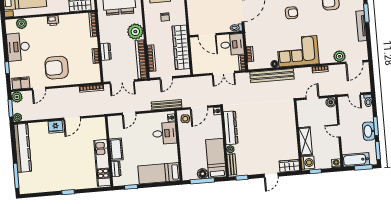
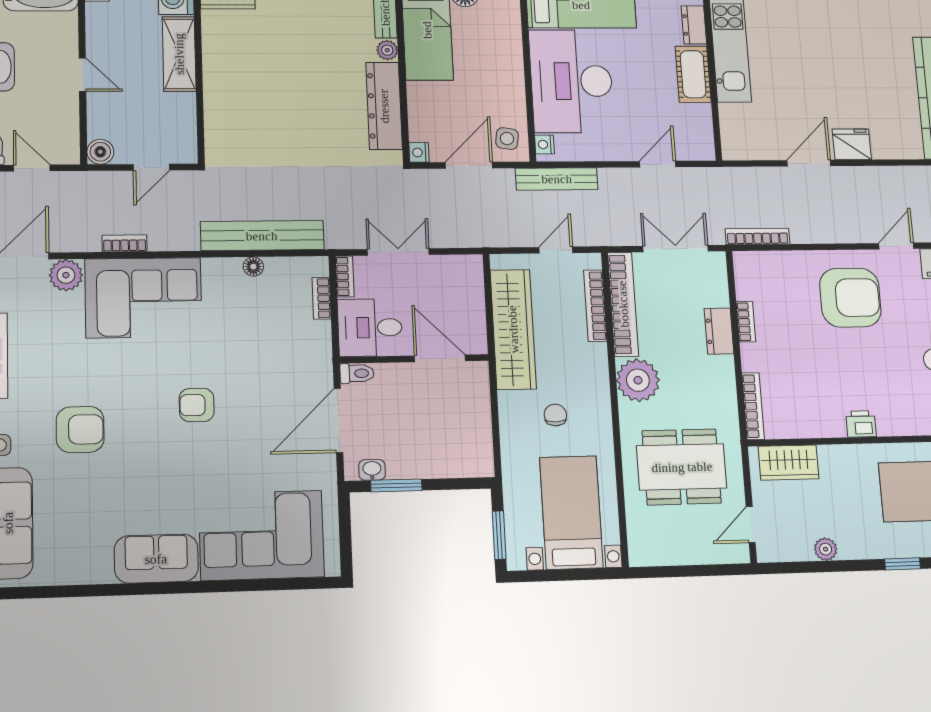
corner sofa: (298, 51) -> (143, 298), moved
desk: (165, 133) -> (571, 81), width x1.87, depth x1.30

